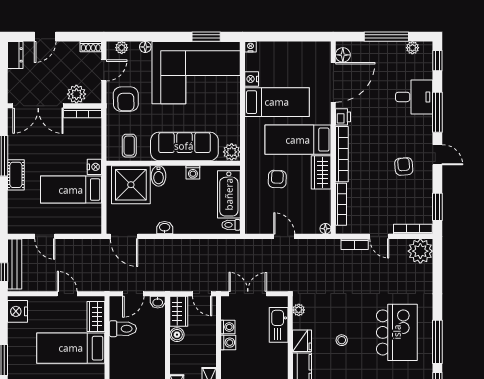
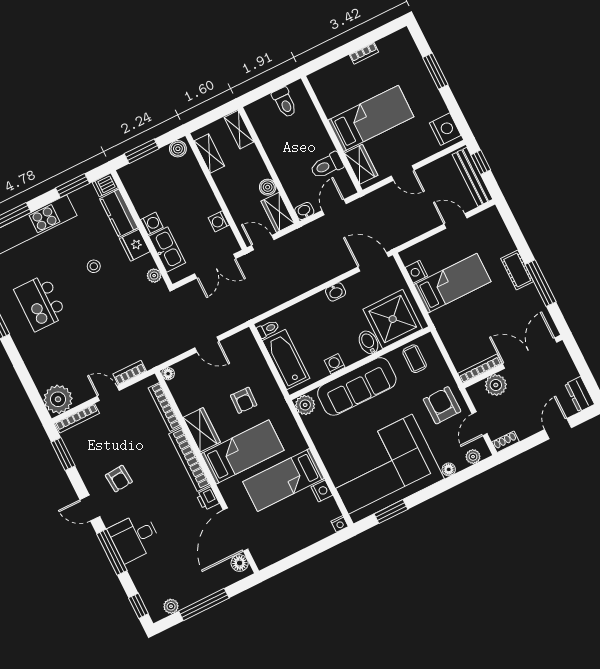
desk: (414, 97) -> (134, 537), moved
nightstand: (94, 167) -> (416, 272), moved
kitchen island: (397, 332) -> (40, 303), width x0.73, depth x0.78
washing machine: (228, 343) -> (152, 223), moved, turned 180

